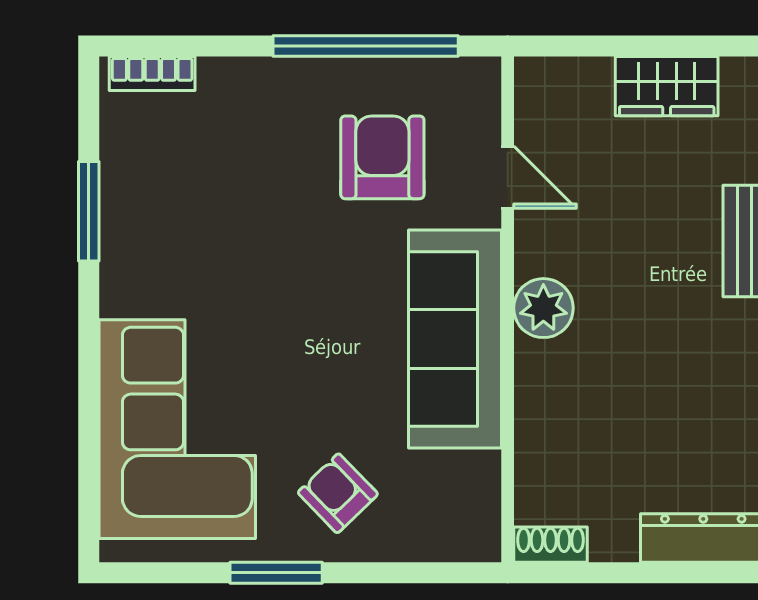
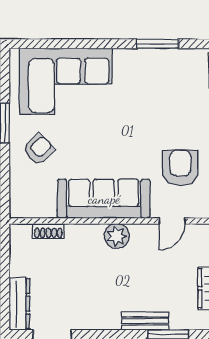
armchair: (382, 157) -> (180, 168), turned -90
shoe rack: (551, 545) -> (48, 231), moved, turned 90

